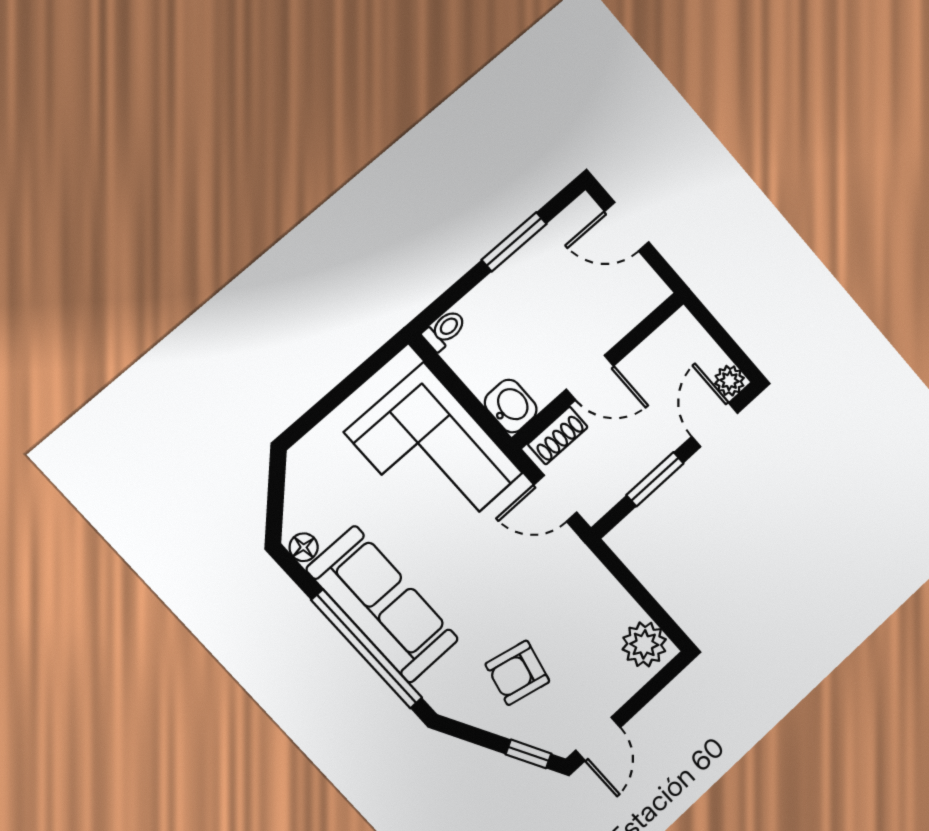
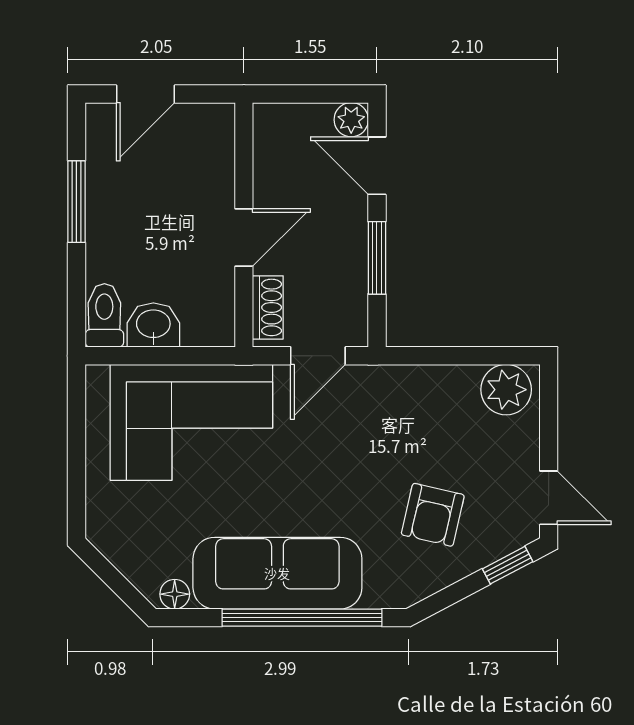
toilet: (444, 330) -> (104, 315), width x1.37, depth x1.39
washbasin: (511, 406) -> (153, 325), moved

